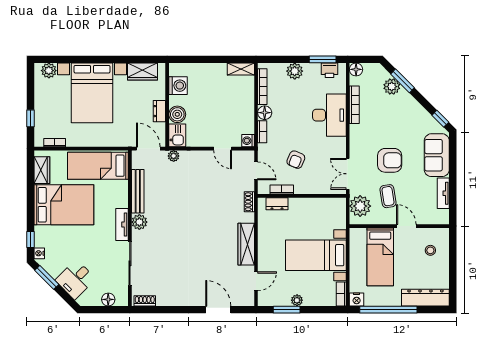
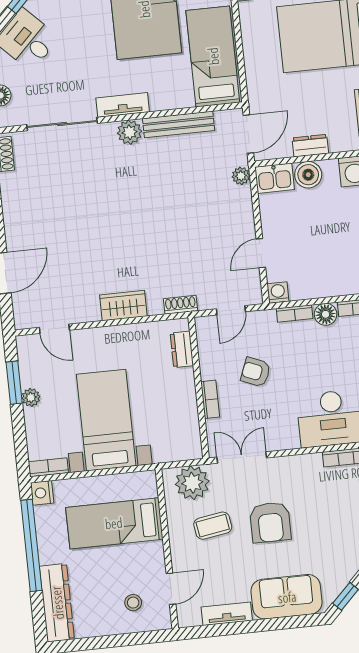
bookcase: (282, 190) -> (210, 399), moved
door: (406, 226) -> (171, 589), moved
wardrobe: (246, 244) -> (123, 306), width x0.67

